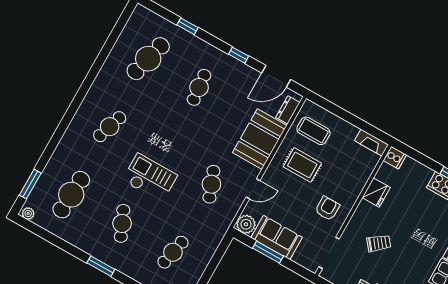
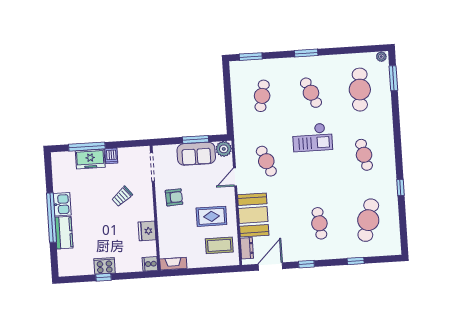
window: (95, 70) -> (400, 188), added
cafe table: (110, 127) -> (364, 155), turned -30
armchair: (327, 208) -> (174, 197), turned -93

